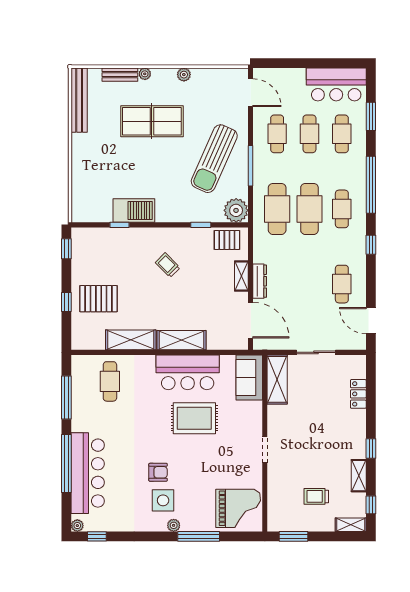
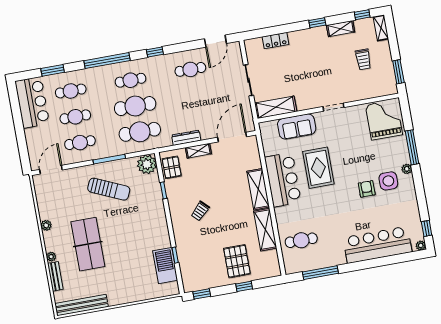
sun lounger: (214, 159) -> (109, 189), width x0.73, depth x0.75
barbecue: (134, 211) -> (165, 266), moved
dresser: (260, 281) -> (186, 138), moved
sofa: (249, 377) -> (297, 126), moved
window: (66, 463) -> (373, 263), removed

